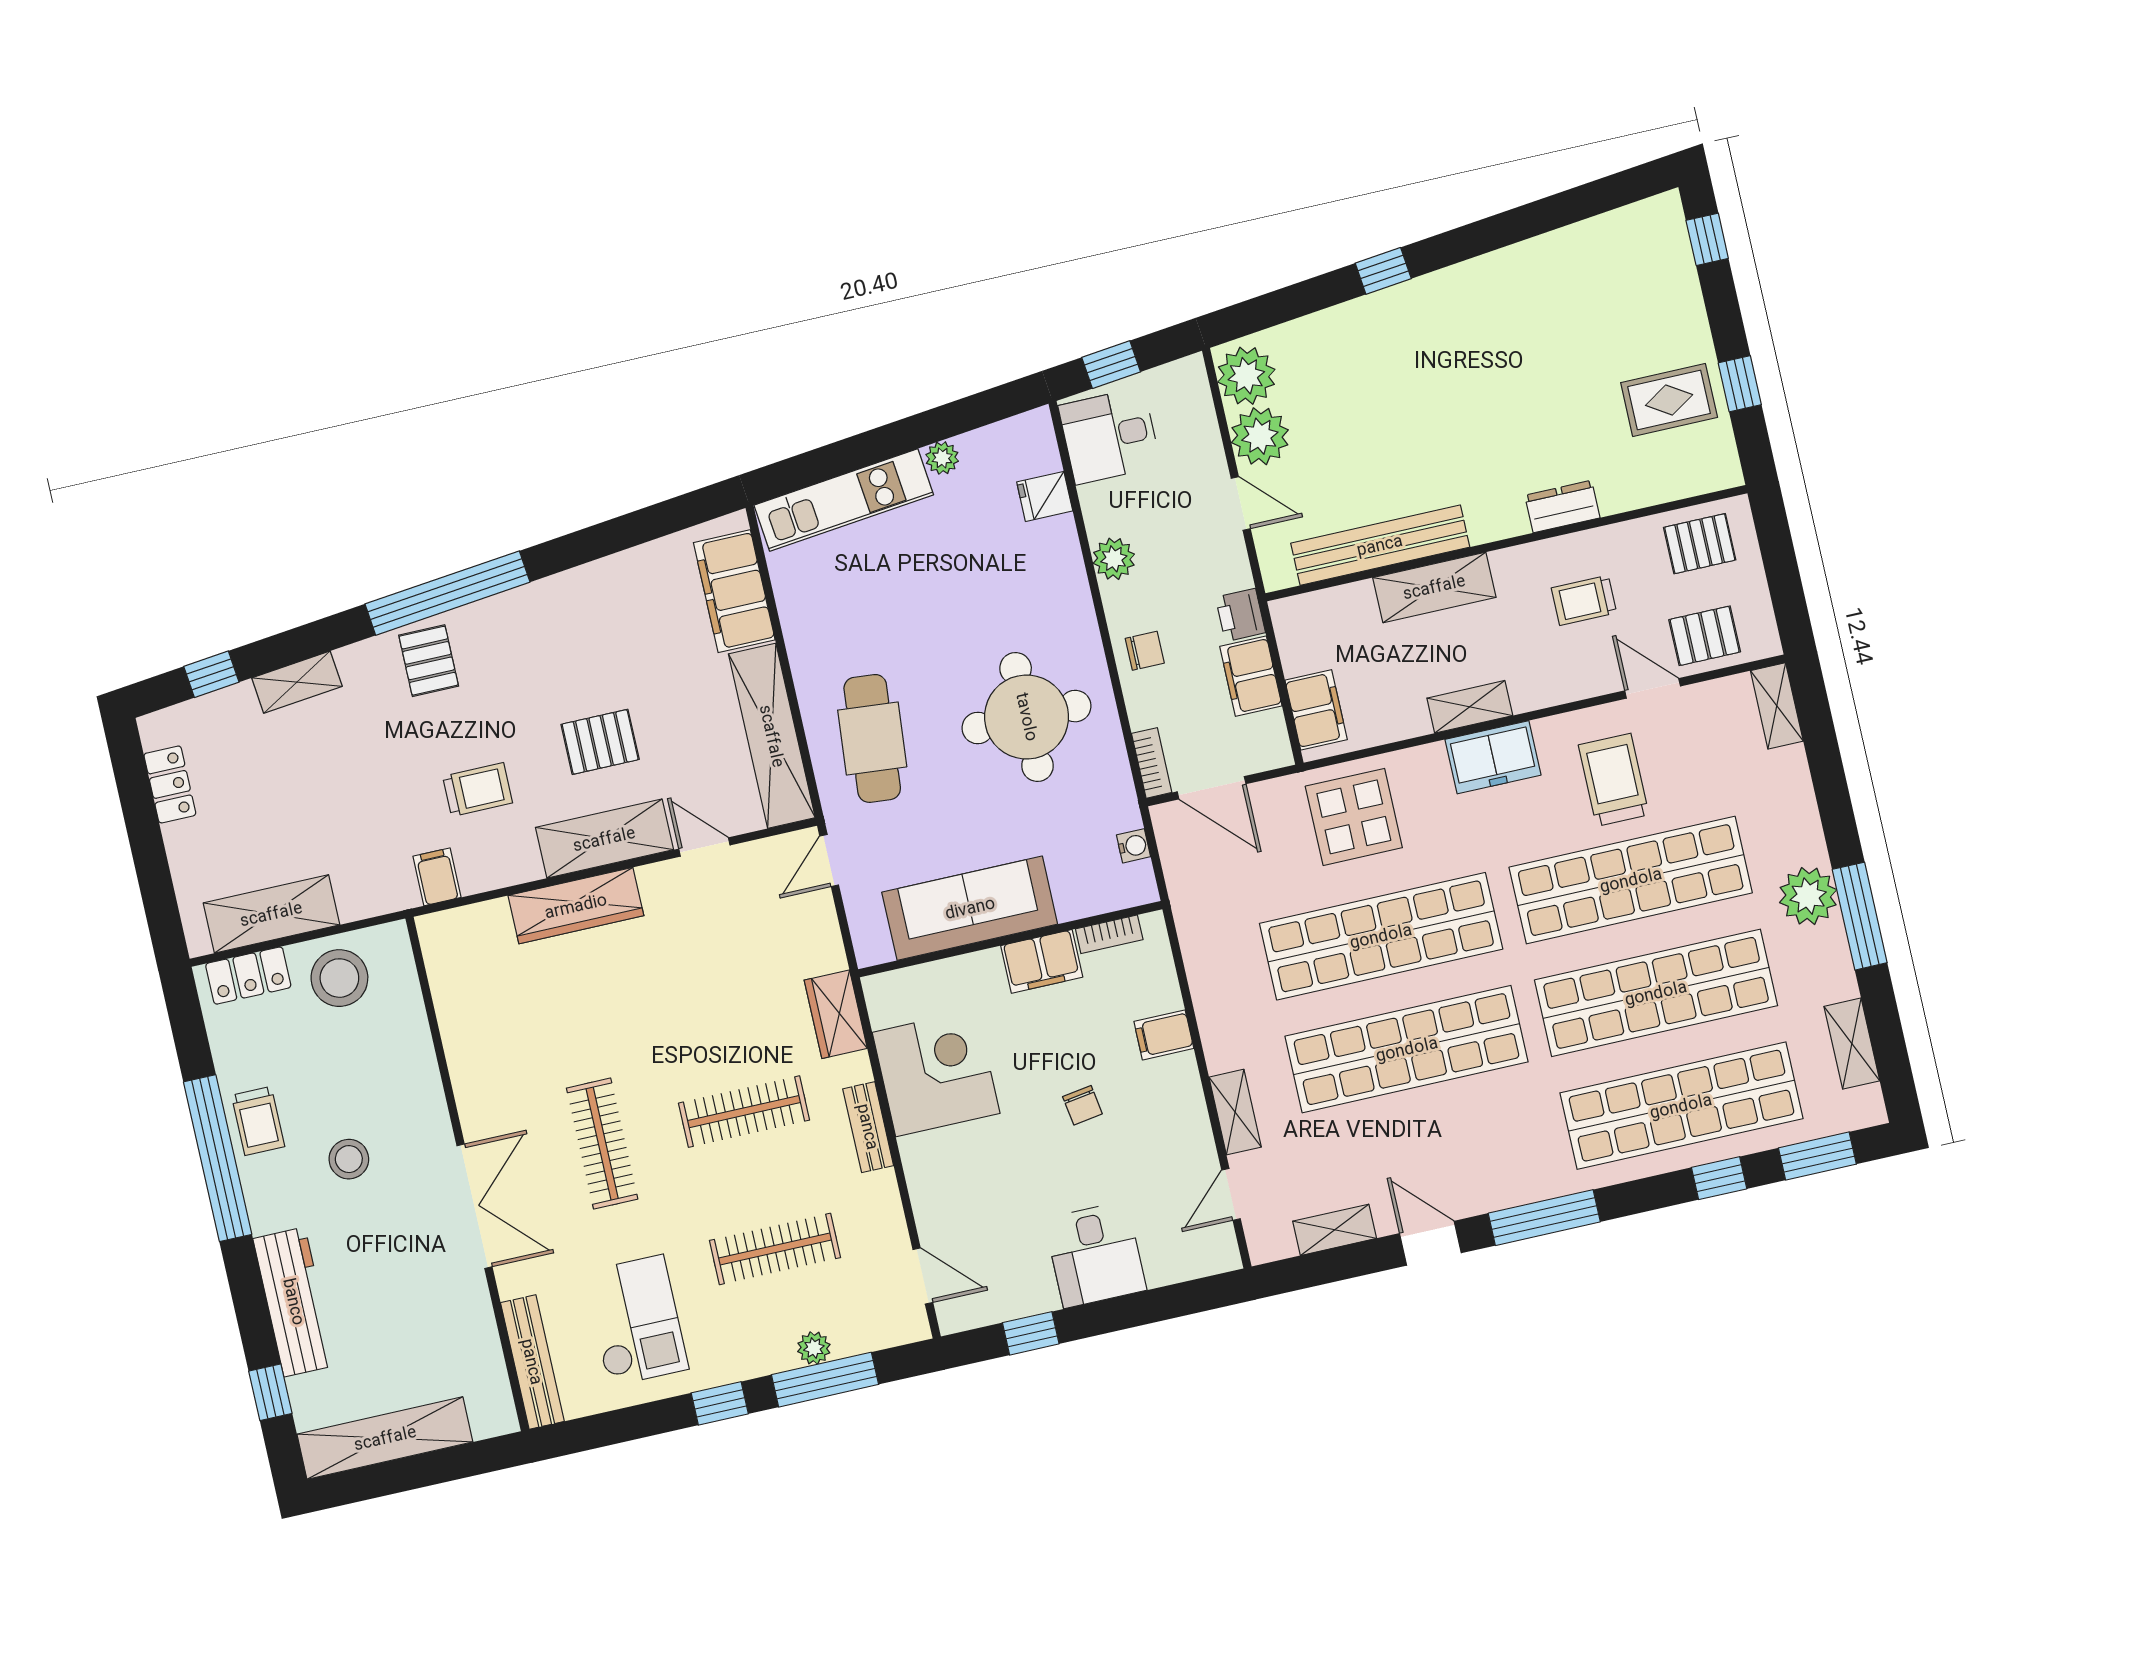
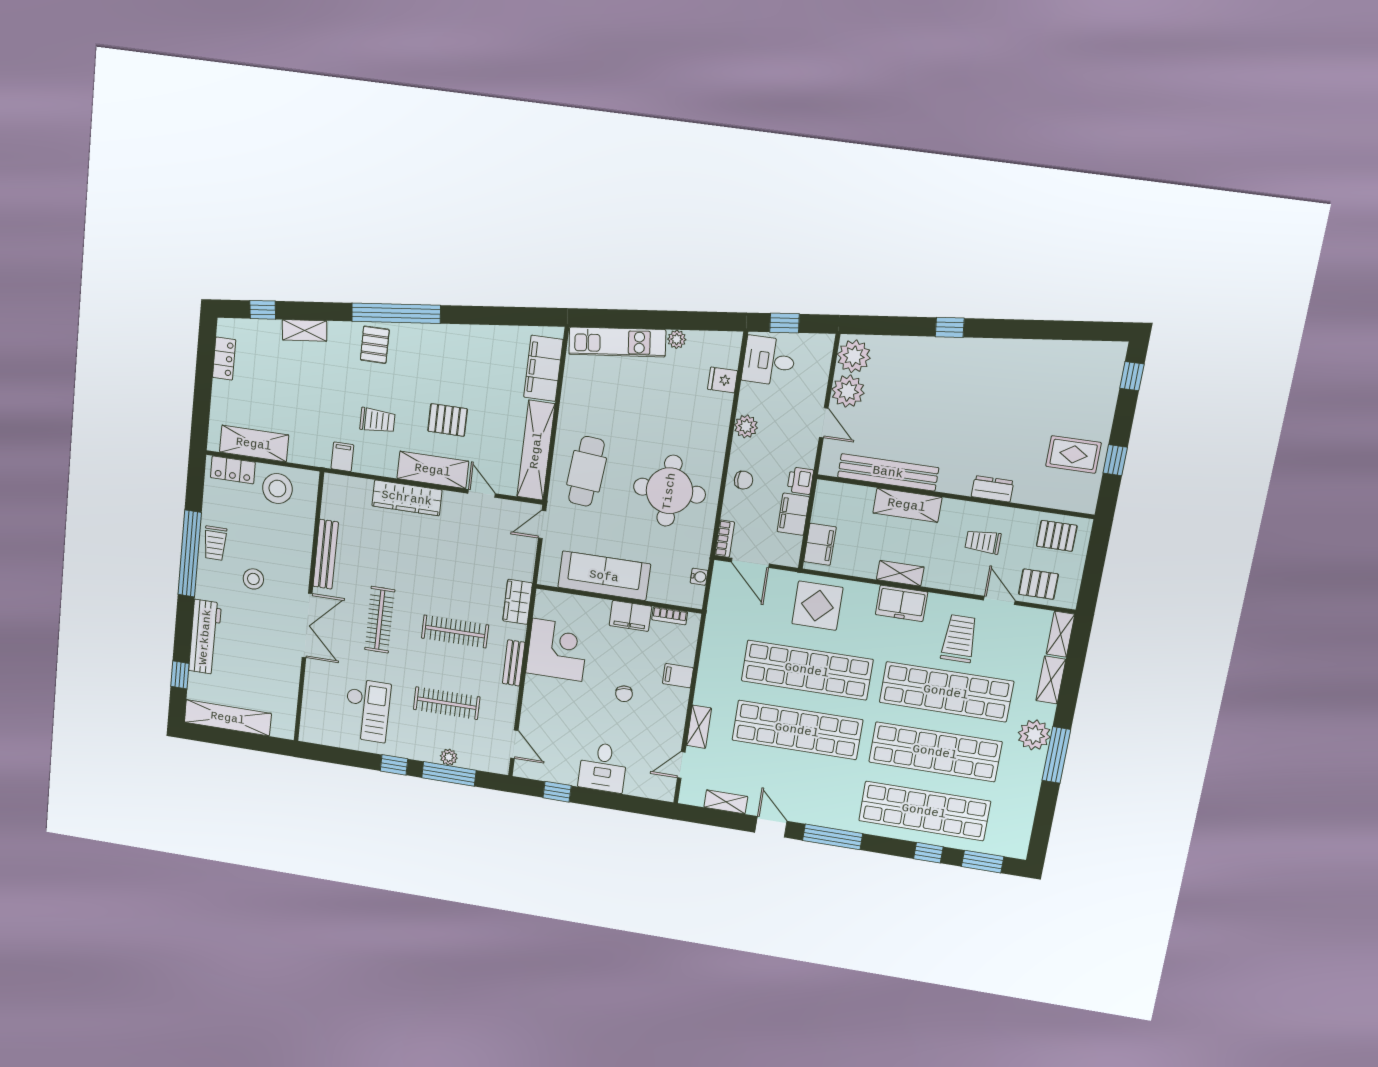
shelving: (1852, 1044) -> (1051, 680), moved
bench: (532, 1362) -> (326, 554), moved

